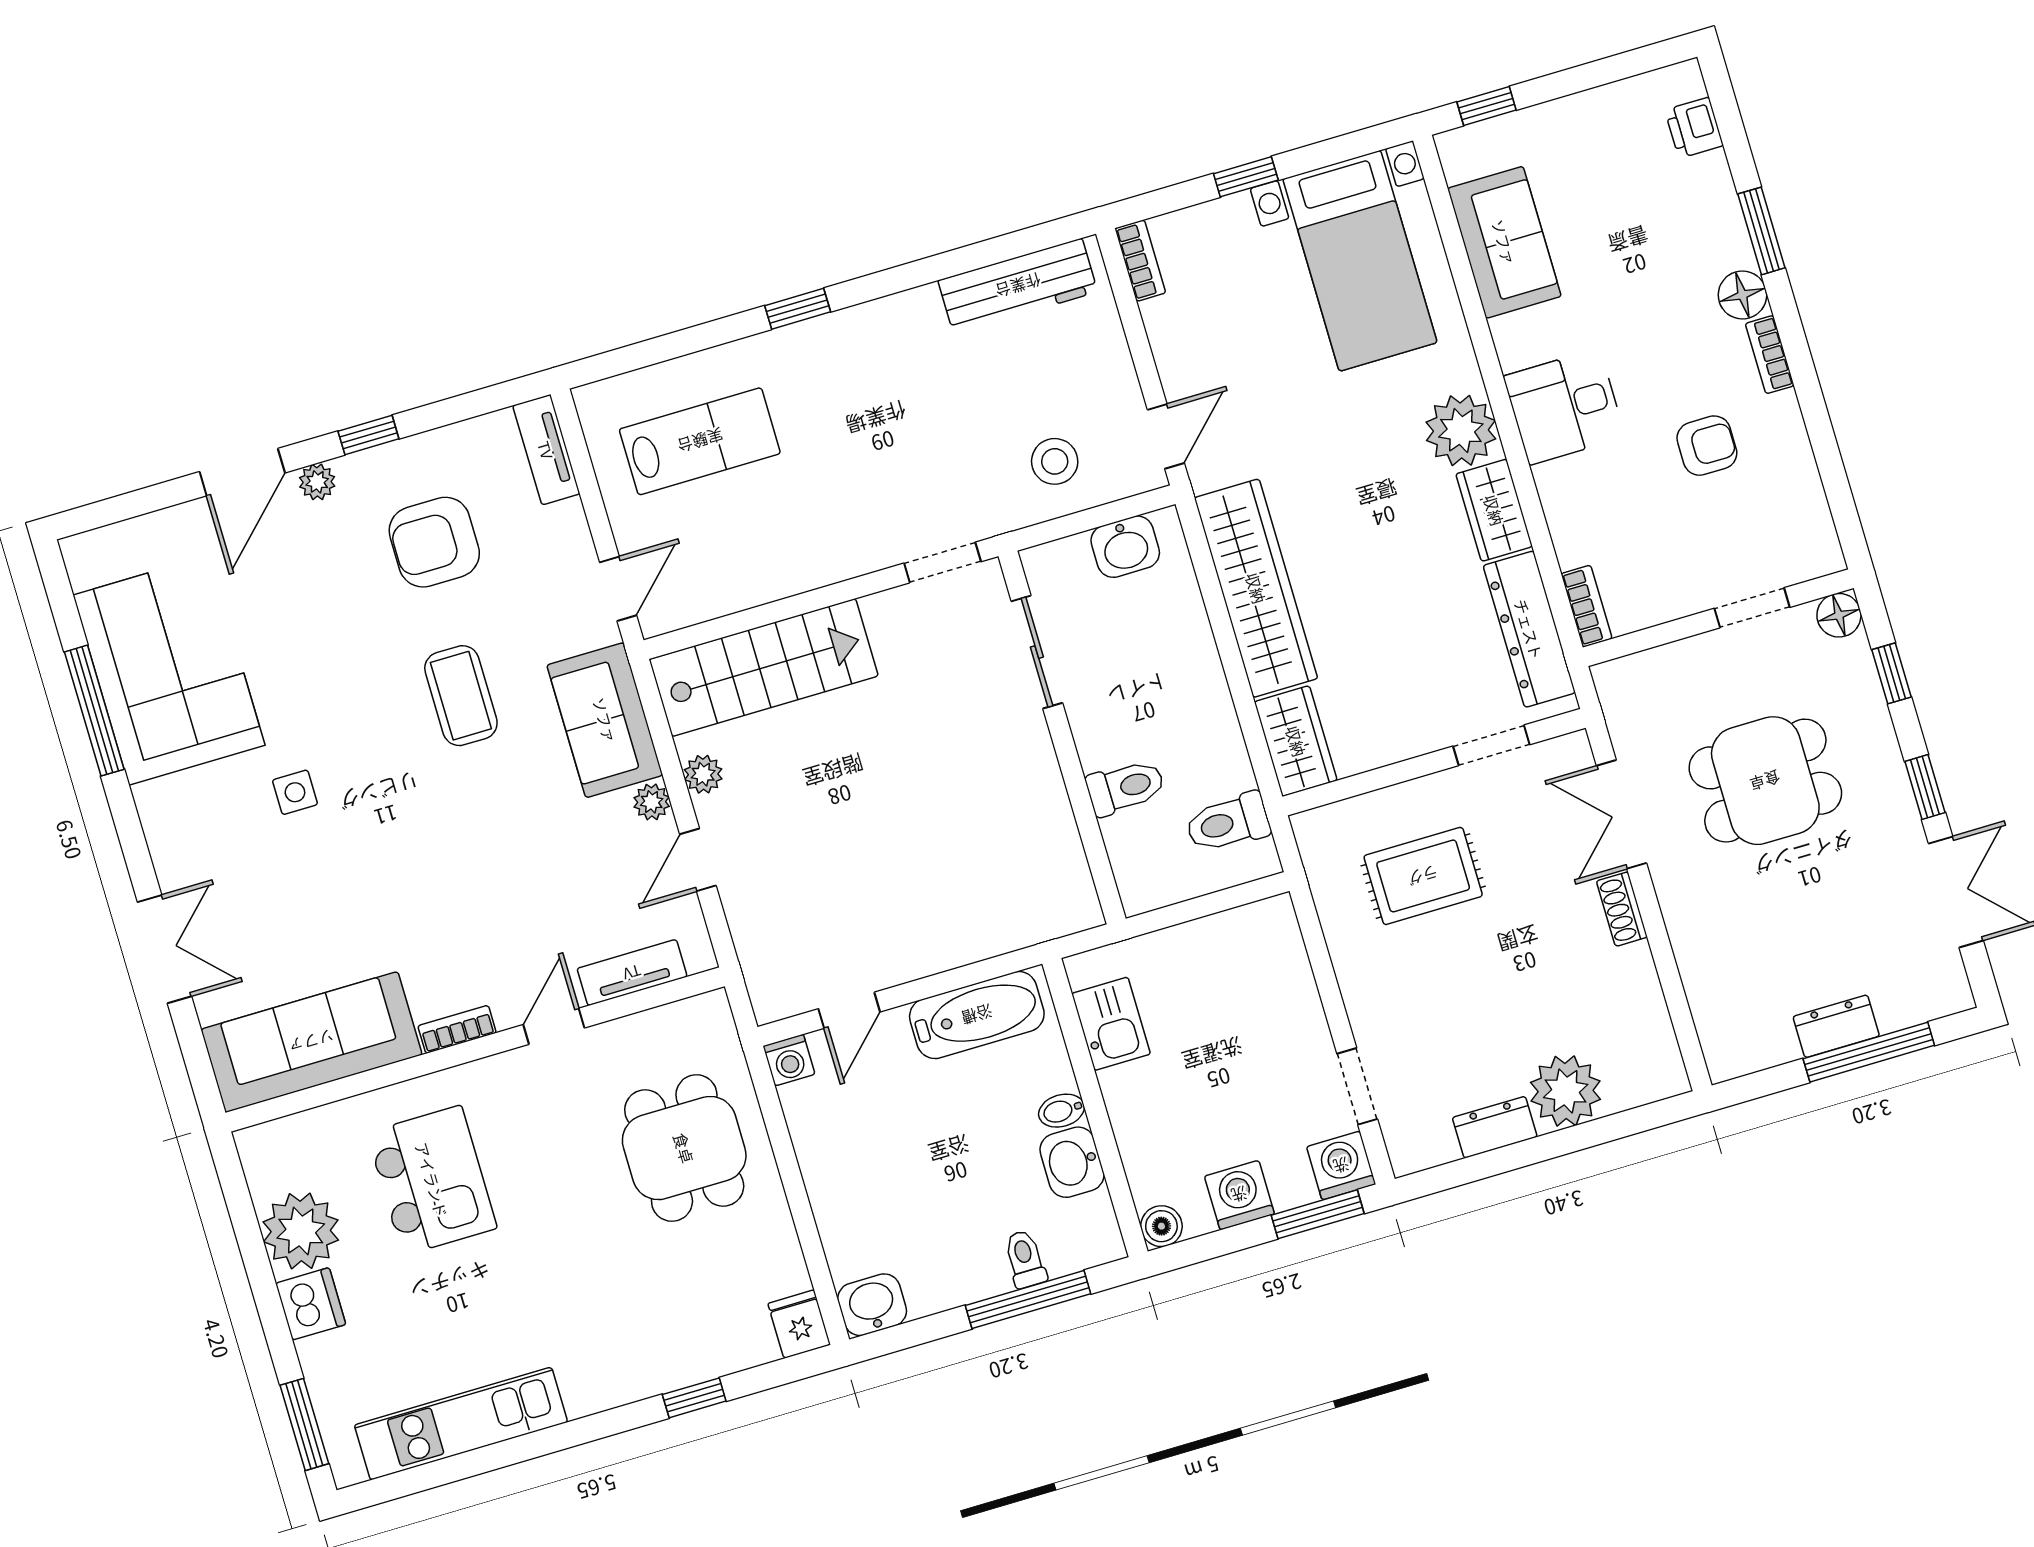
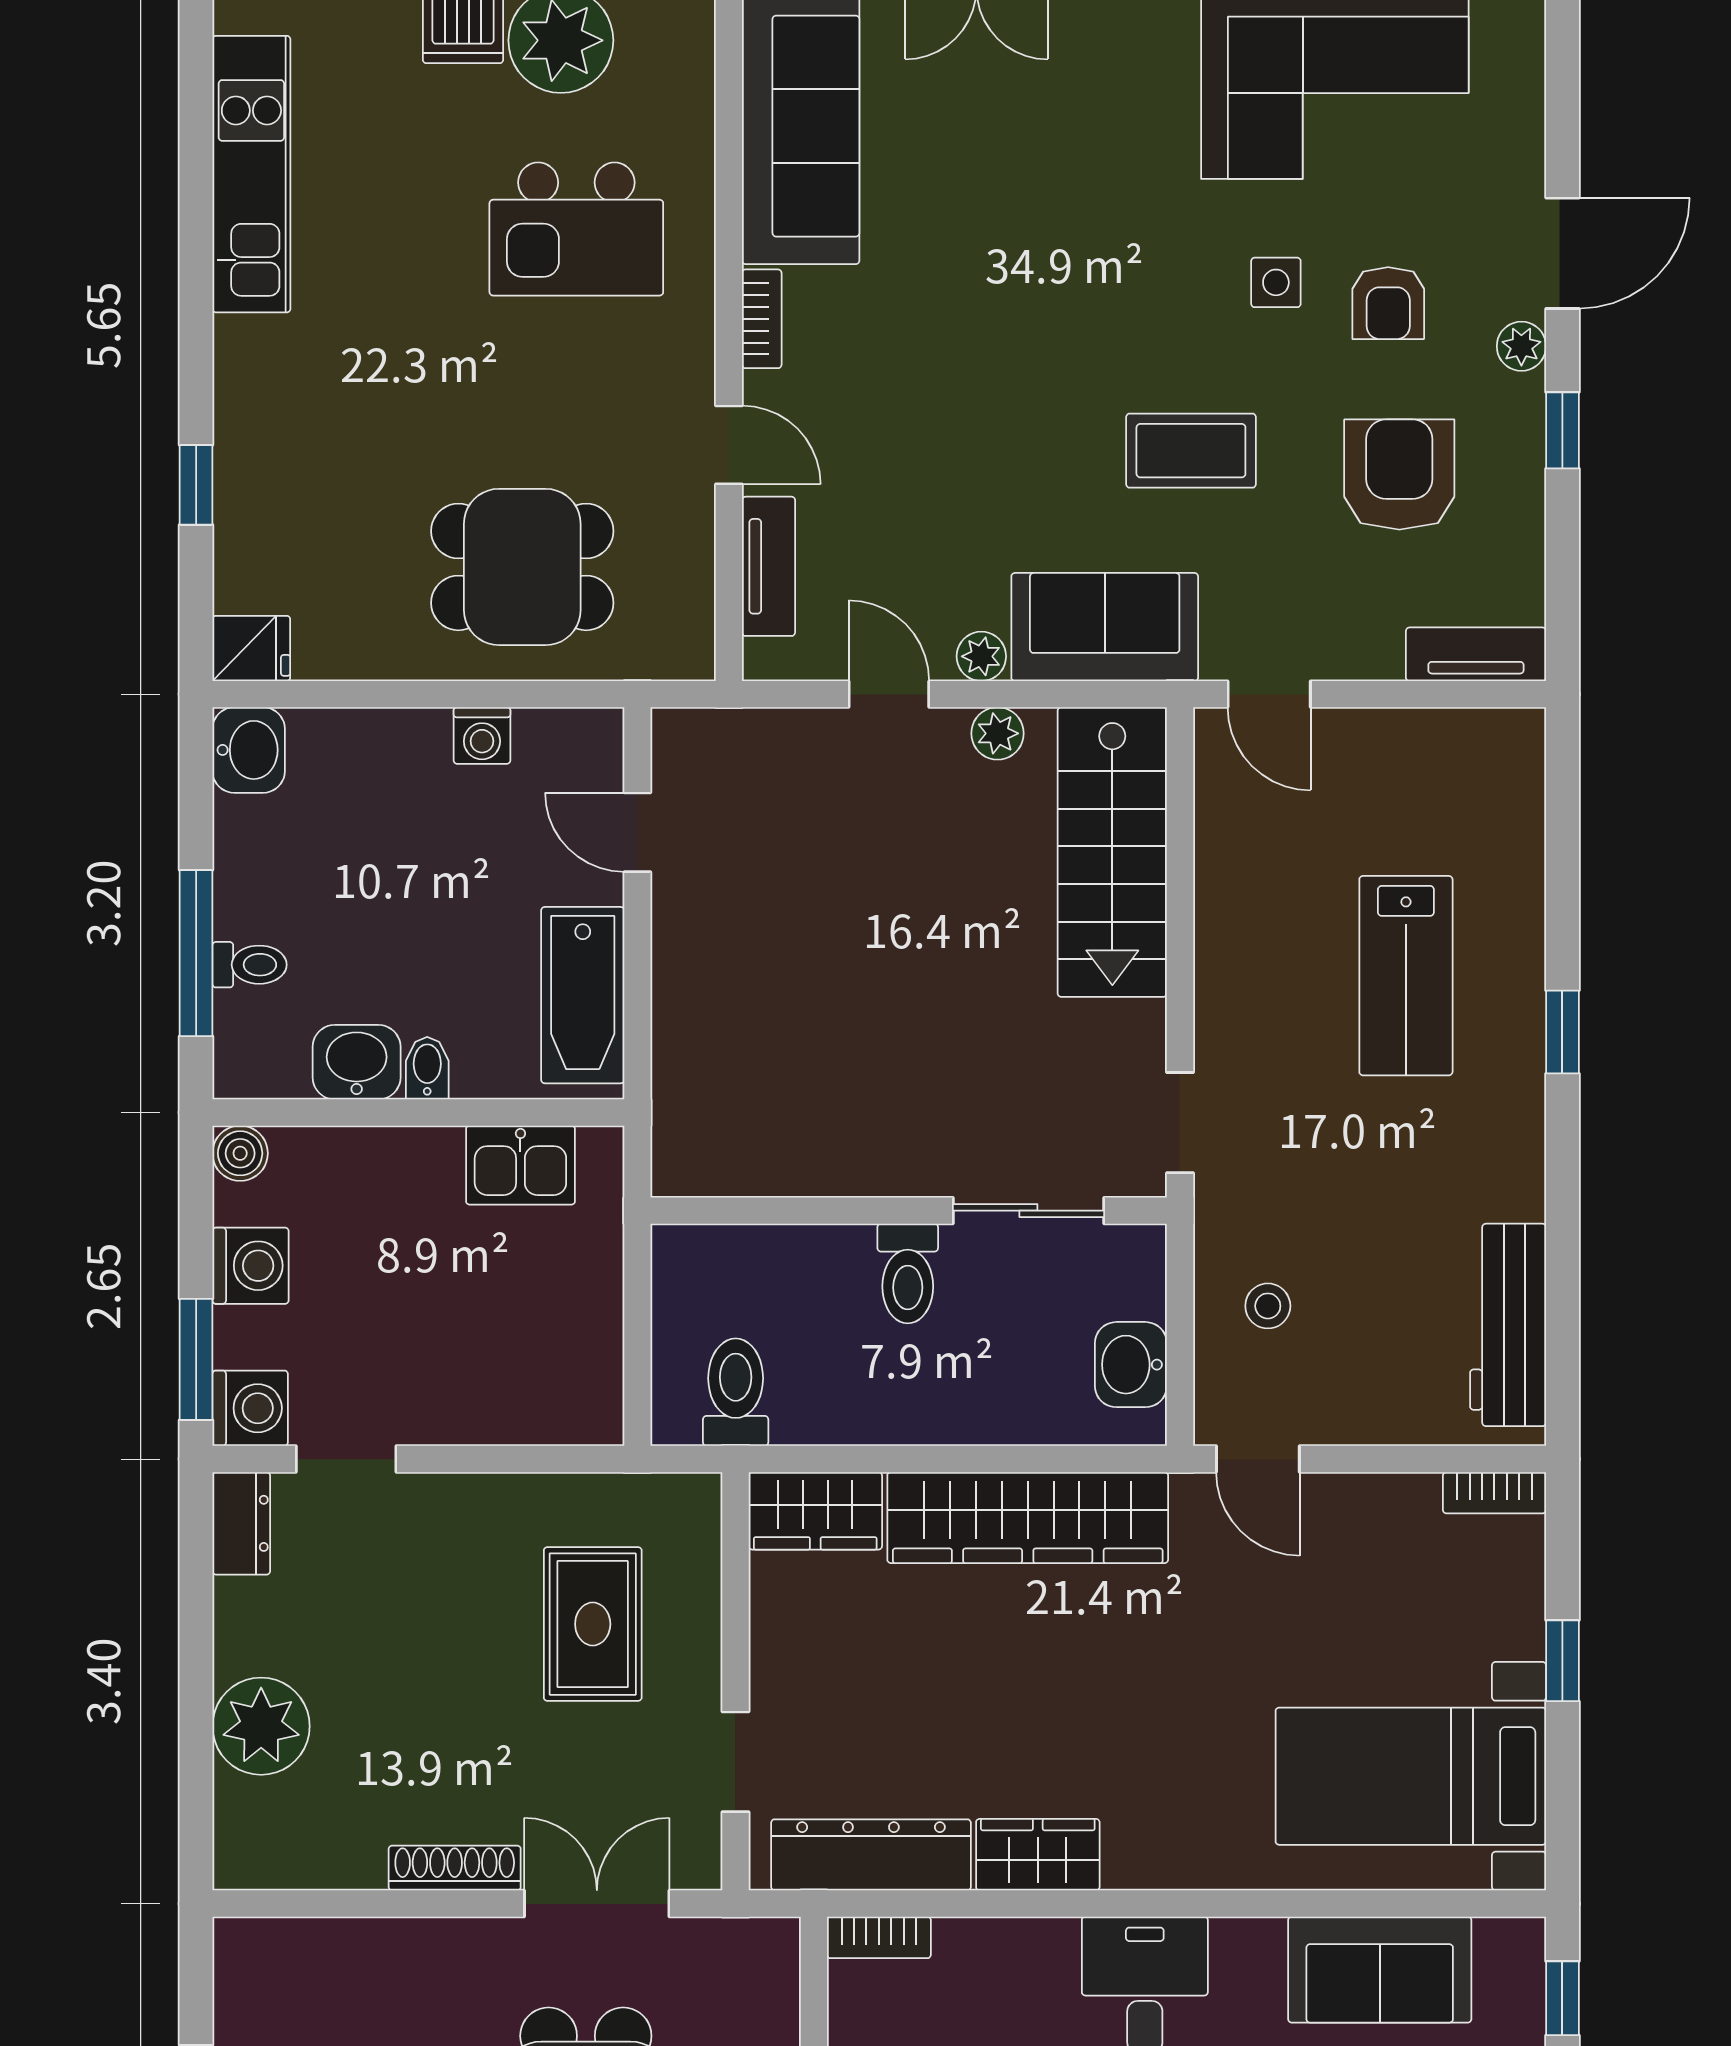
plant: (1461, 431) -> (1153, 1842), removed
lab bench: (700, 441) -> (1406, 976), moved
stool: (1055, 461) -> (1268, 1306), width x0.73, depth x0.73
door: (242, 472) -> (1562, 253), swing flipped
armchair: (314, 586) -> (1388, 303), added
toilet: (1125, 787) -> (908, 1274), moved
side table: (295, 792) -> (1276, 282), moved
shoe rack: (1622, 909) -> (455, 1868), width x1.43
washing machine: (789, 1060) -> (482, 736), moved, turned -90
dresser: (1495, 1127) -> (241, 1523), moved

